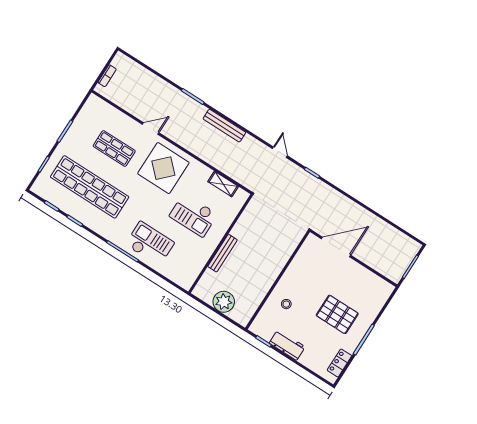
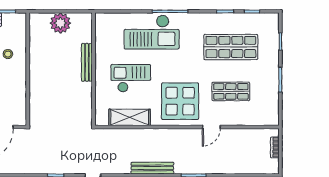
shelving: (223, 184) -> (130, 117), width x1.50, depth x1.33
shop shelf: (90, 187) -> (231, 47), width x0.71
checkout: (150, 244) -> (152, 32), width x1.36, depth x1.21

